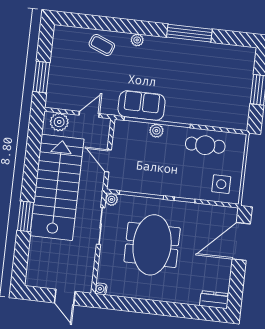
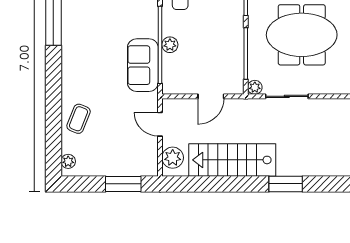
plant: (137, 40) -> (68, 161), moved
stairs: (57, 187) -> (232, 160), width x0.73, depth x0.66

